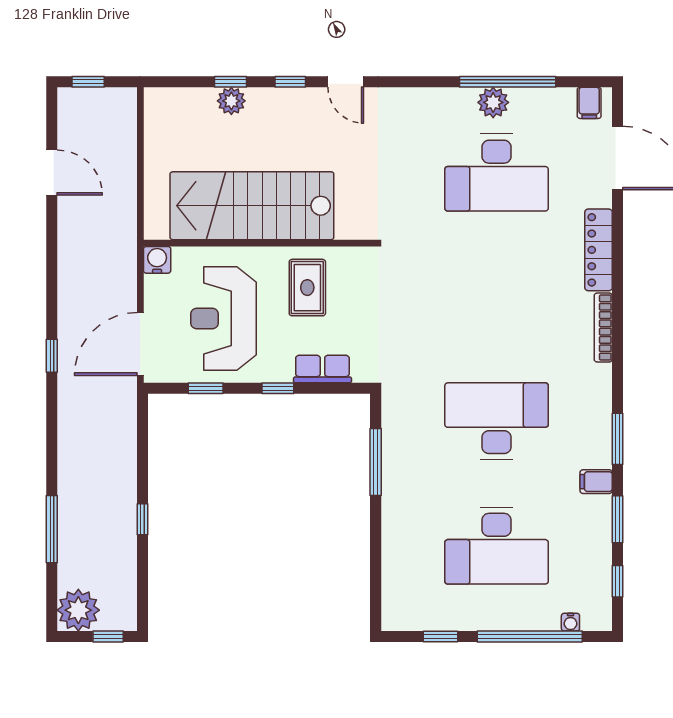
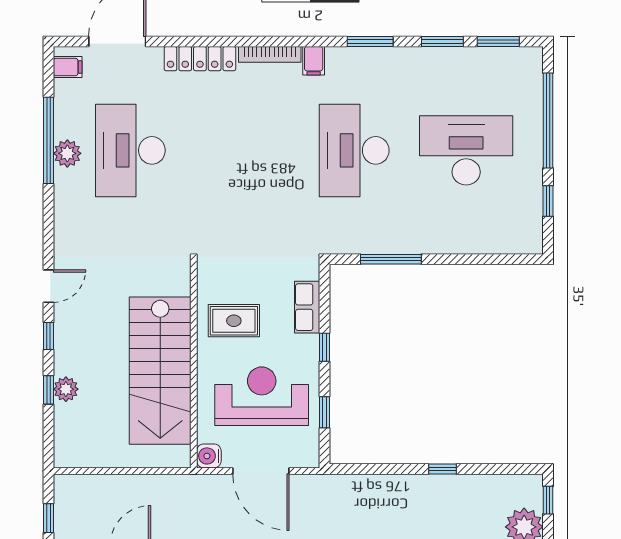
desk: (497, 173) -> (130, 150), turned 180
reception desk: (223, 318) -> (262, 396), turned 180
door: (140, 344) -> (261, 471), moved
filing cabinet: (596, 482) -> (314, 61), moved
desk: (497, 546) -> (466, 150), turned -90
window: (617, 581) -> (498, 42), width x1.50
water cooler: (570, 622) -> (535, 84), removed

